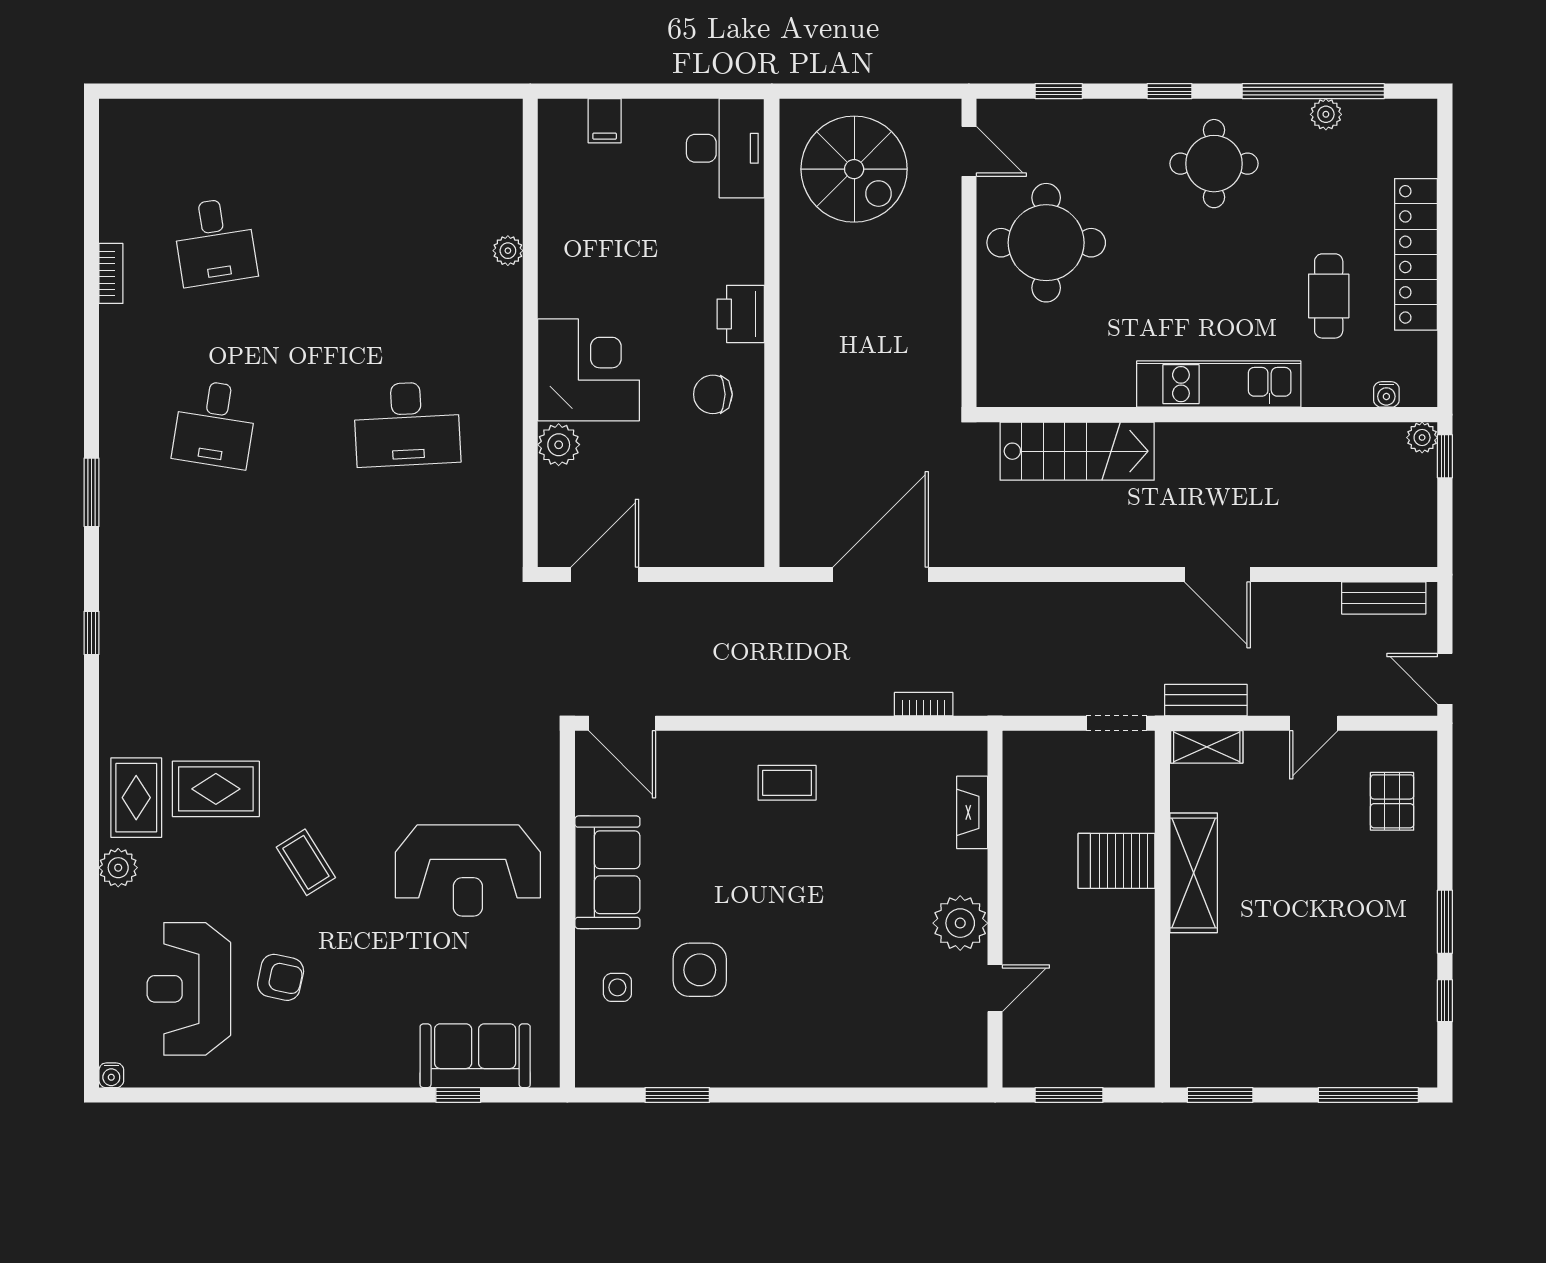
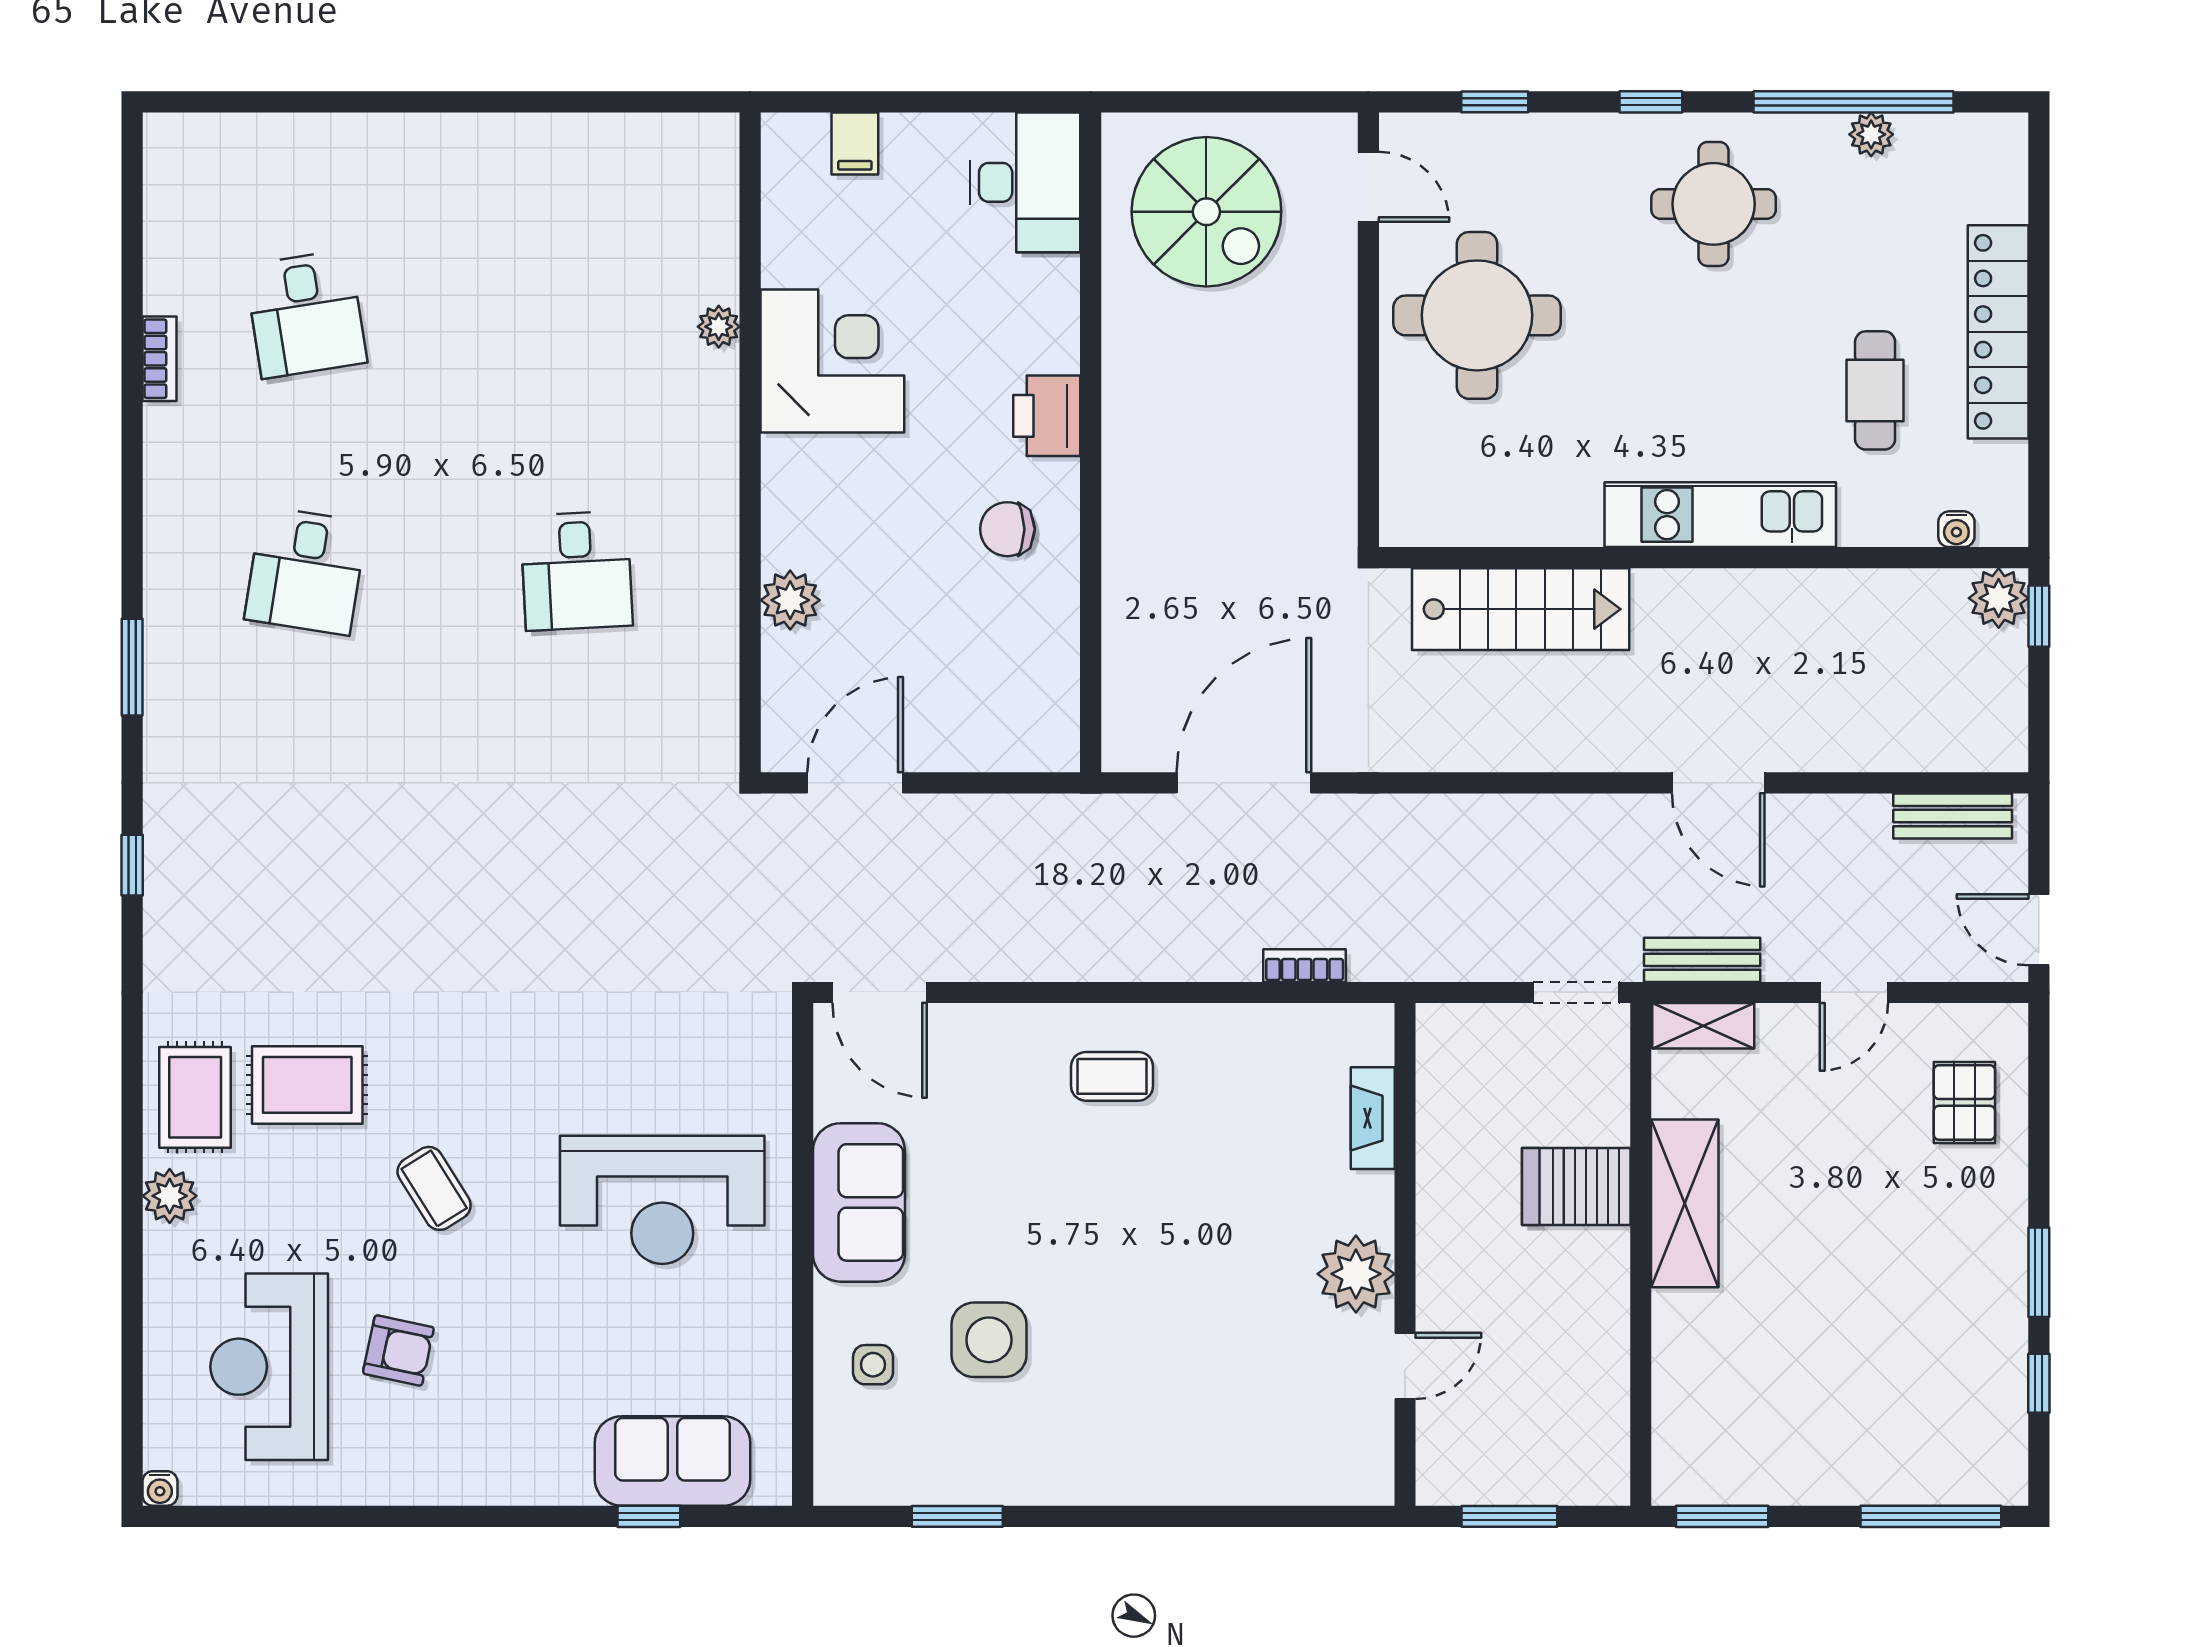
corner desk: (589, 370) -> (832, 361), moved
desk: (407, 424) -> (576, 571), width x0.73
plant: (1422, 438) -> (1999, 598), width x1.38, depth x1.38

